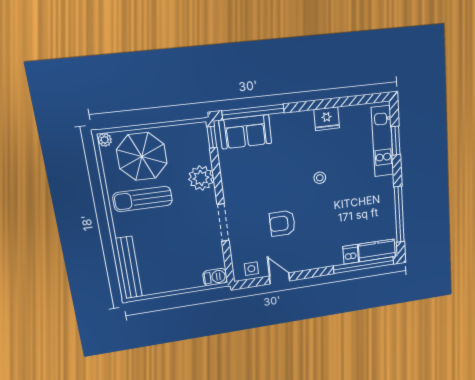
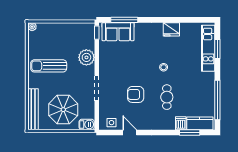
window: (253, 112) -> (124, 20), width x0.68
parasol: (142, 156) -> (63, 110), moved
cafe table: (328, 221) -> (167, 97), added
window: (364, 265) -> (190, 133), width x0.47

